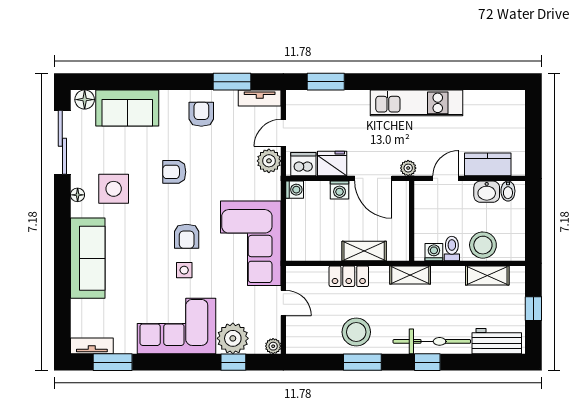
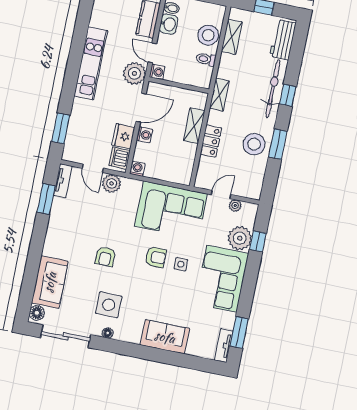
armchair: (201, 114) -> (66, 227), removed
plant: (408, 168) -> (134, 73), width x1.88, depth x1.88
washing machine: (434, 252) -> (157, 72), moved, turned 180
sofa: (88, 258) -> (165, 337), width x0.73
plant: (273, 346) -> (235, 206), moved

